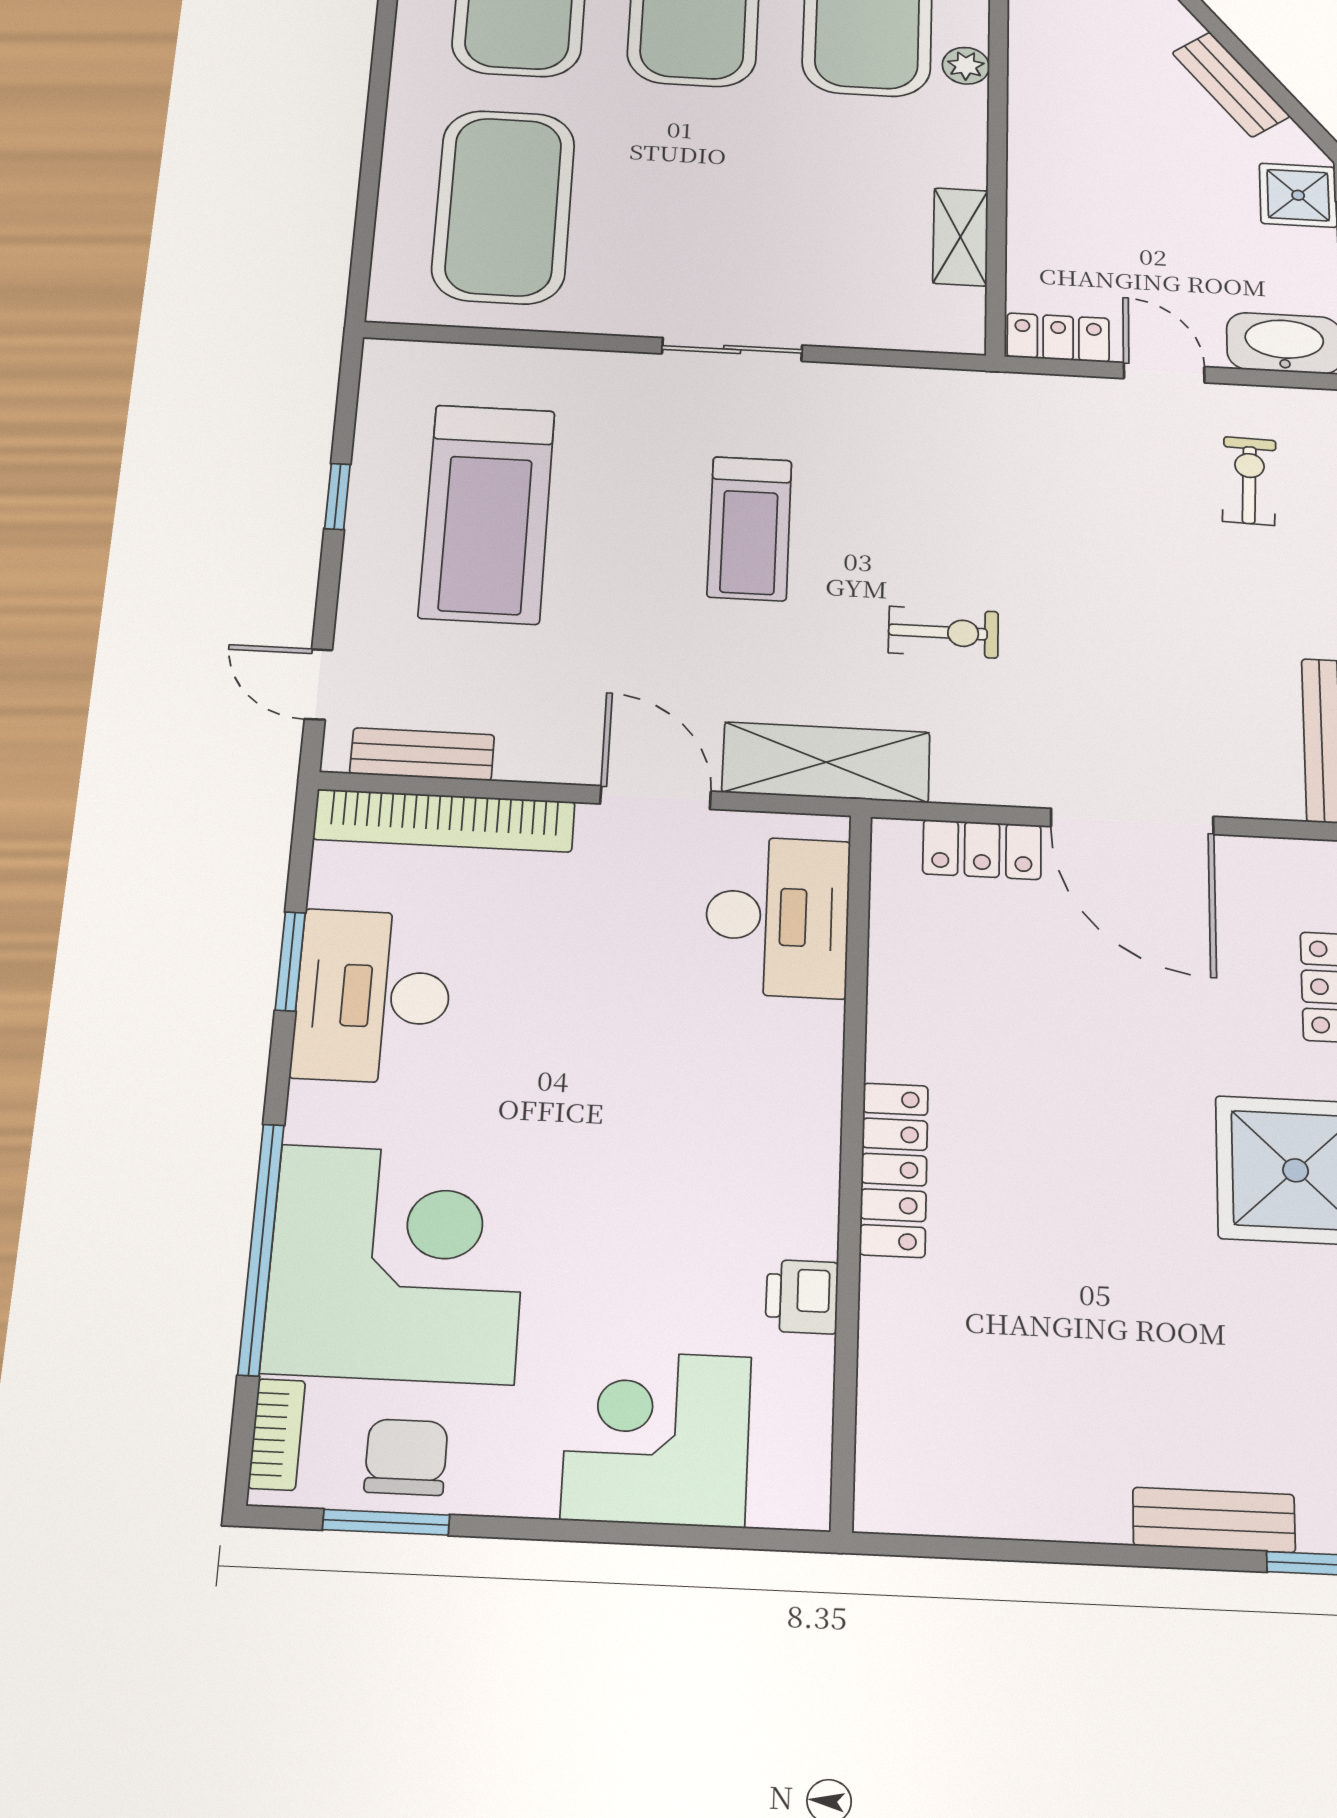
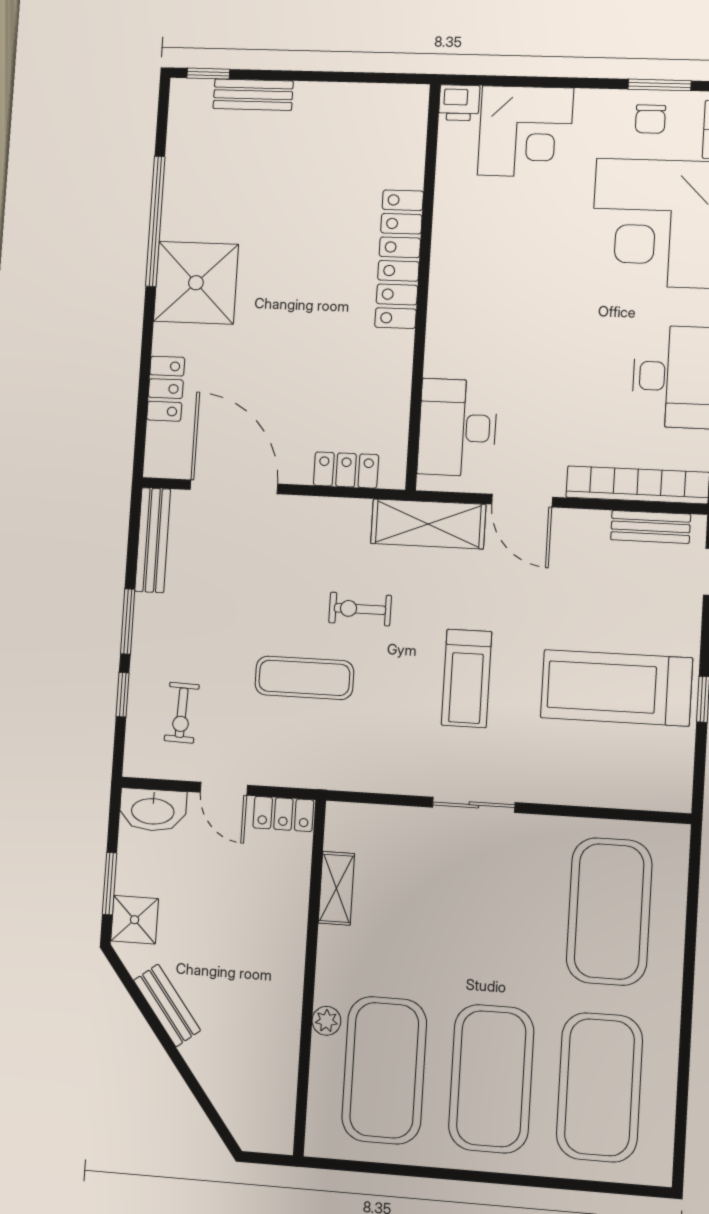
treadmill: (487, 514) -> (616, 688), turned -90
treadmill: (749, 528) -> (467, 678), turned 180
exercise mat: (1036, 531) -> (304, 678), added
door: (1132, 821) -> (234, 487), moved
locker: (894, 1170) -> (399, 259), width x1.41, depth x1.21
printer: (802, 1297) -> (459, 103), moved, turned 90
chair: (406, 1457) -> (650, 119), width x0.73, depth x0.73

